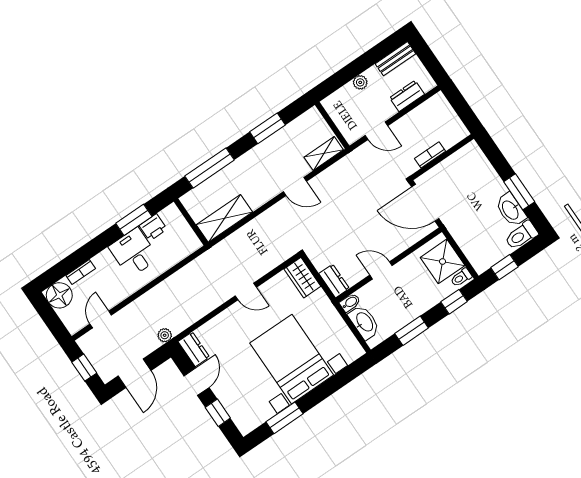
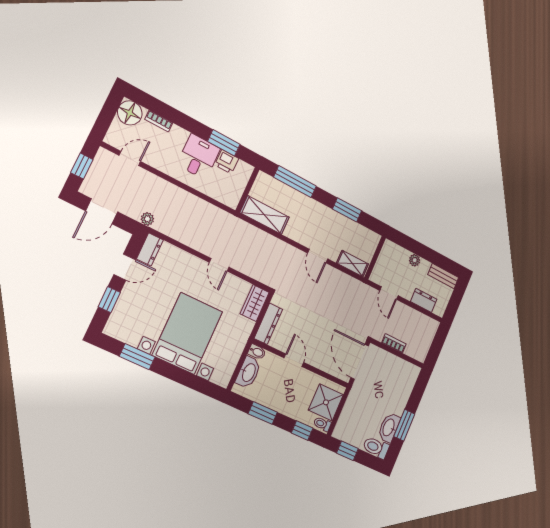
dresser: (334, 281) -> (268, 324), width x1.44

